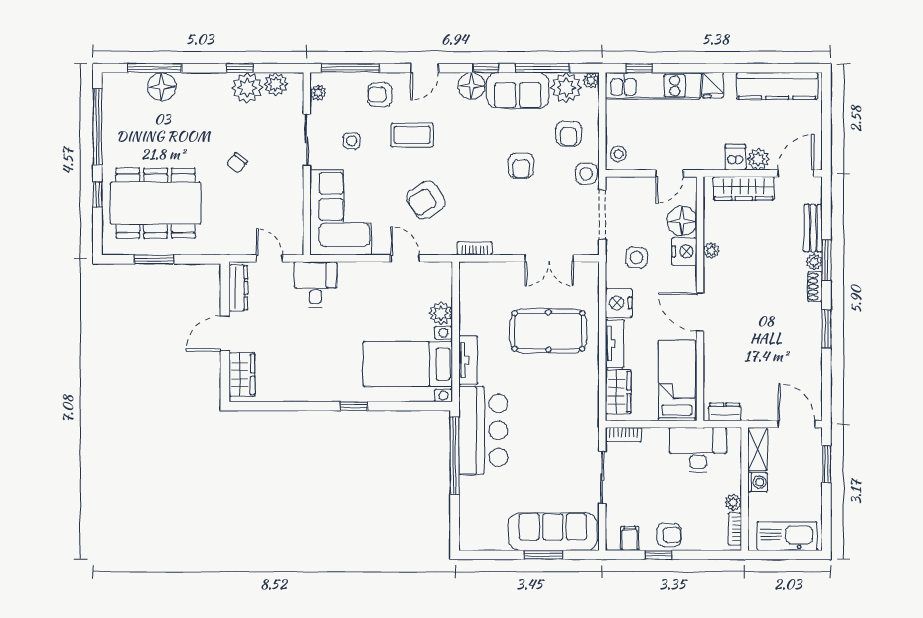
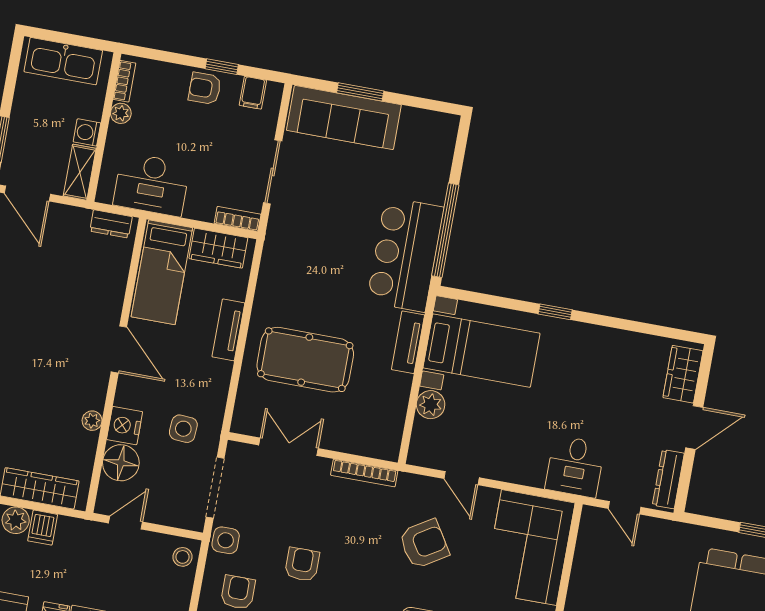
bookcase: (475, 248) -> (364, 473), width x1.56
nightstand: (619, 303) -> (215, 378), removed
wardrobe: (618, 392) -> (218, 248), moved, turned -90

